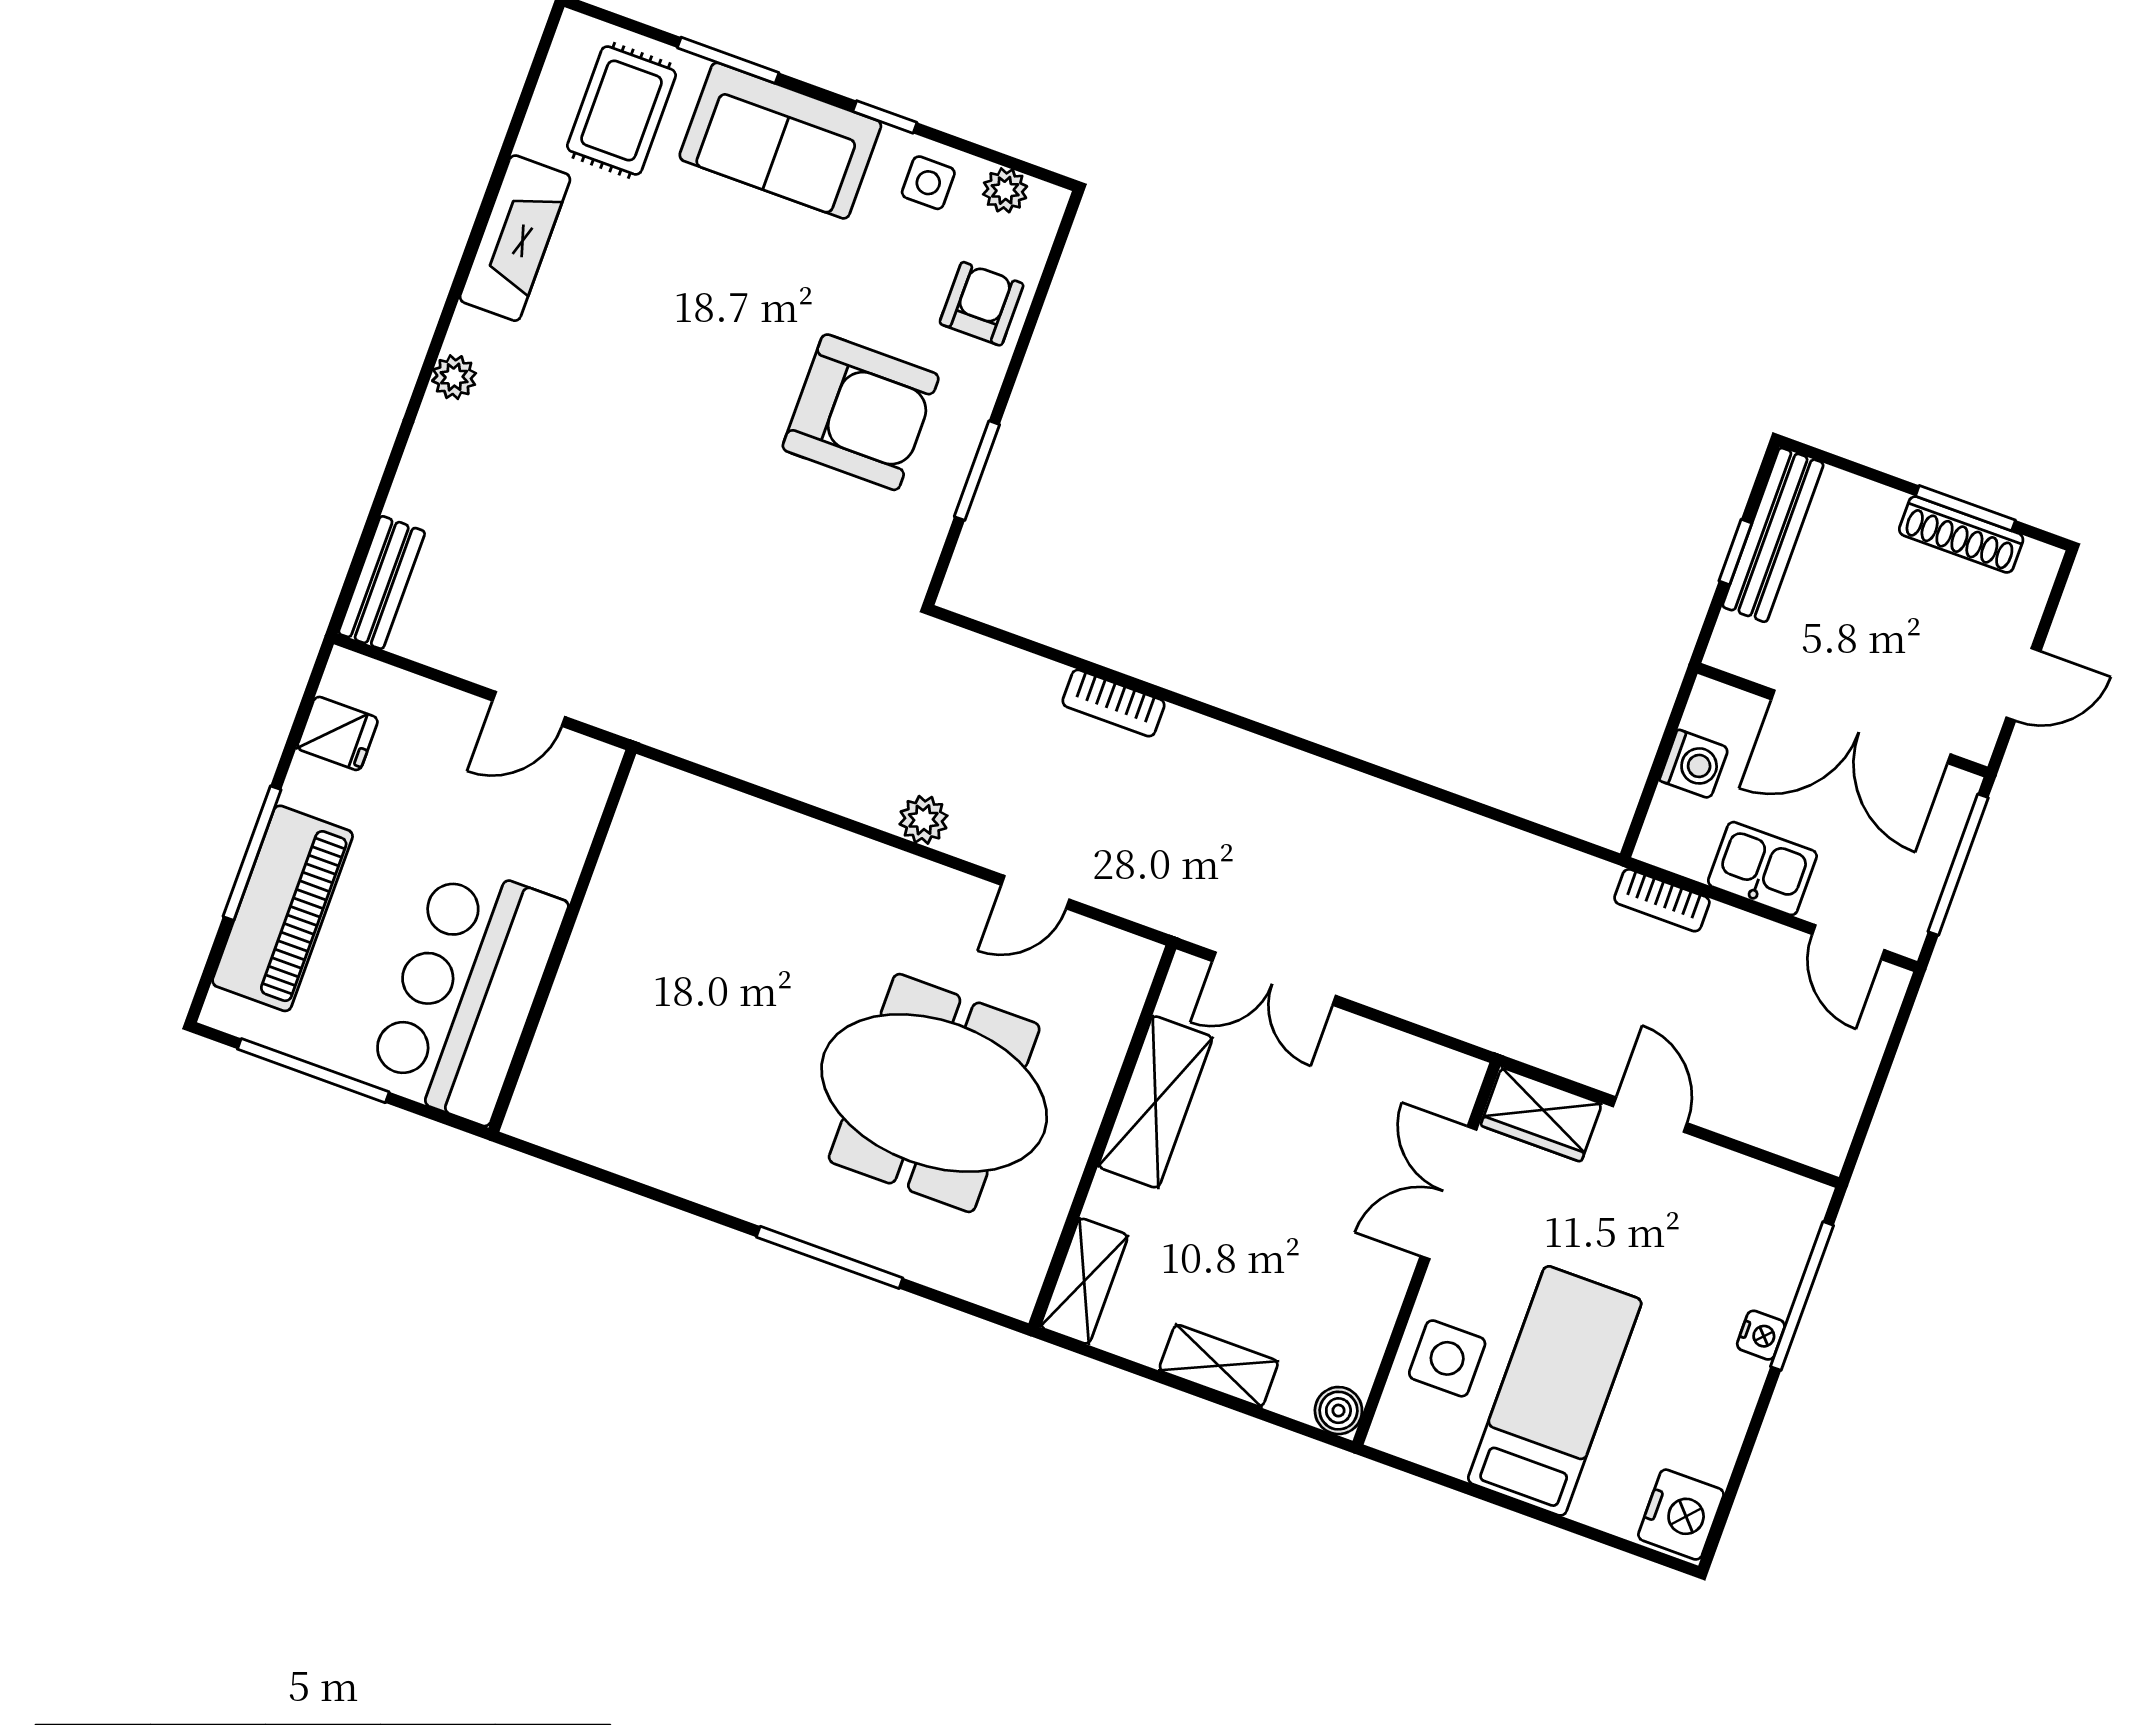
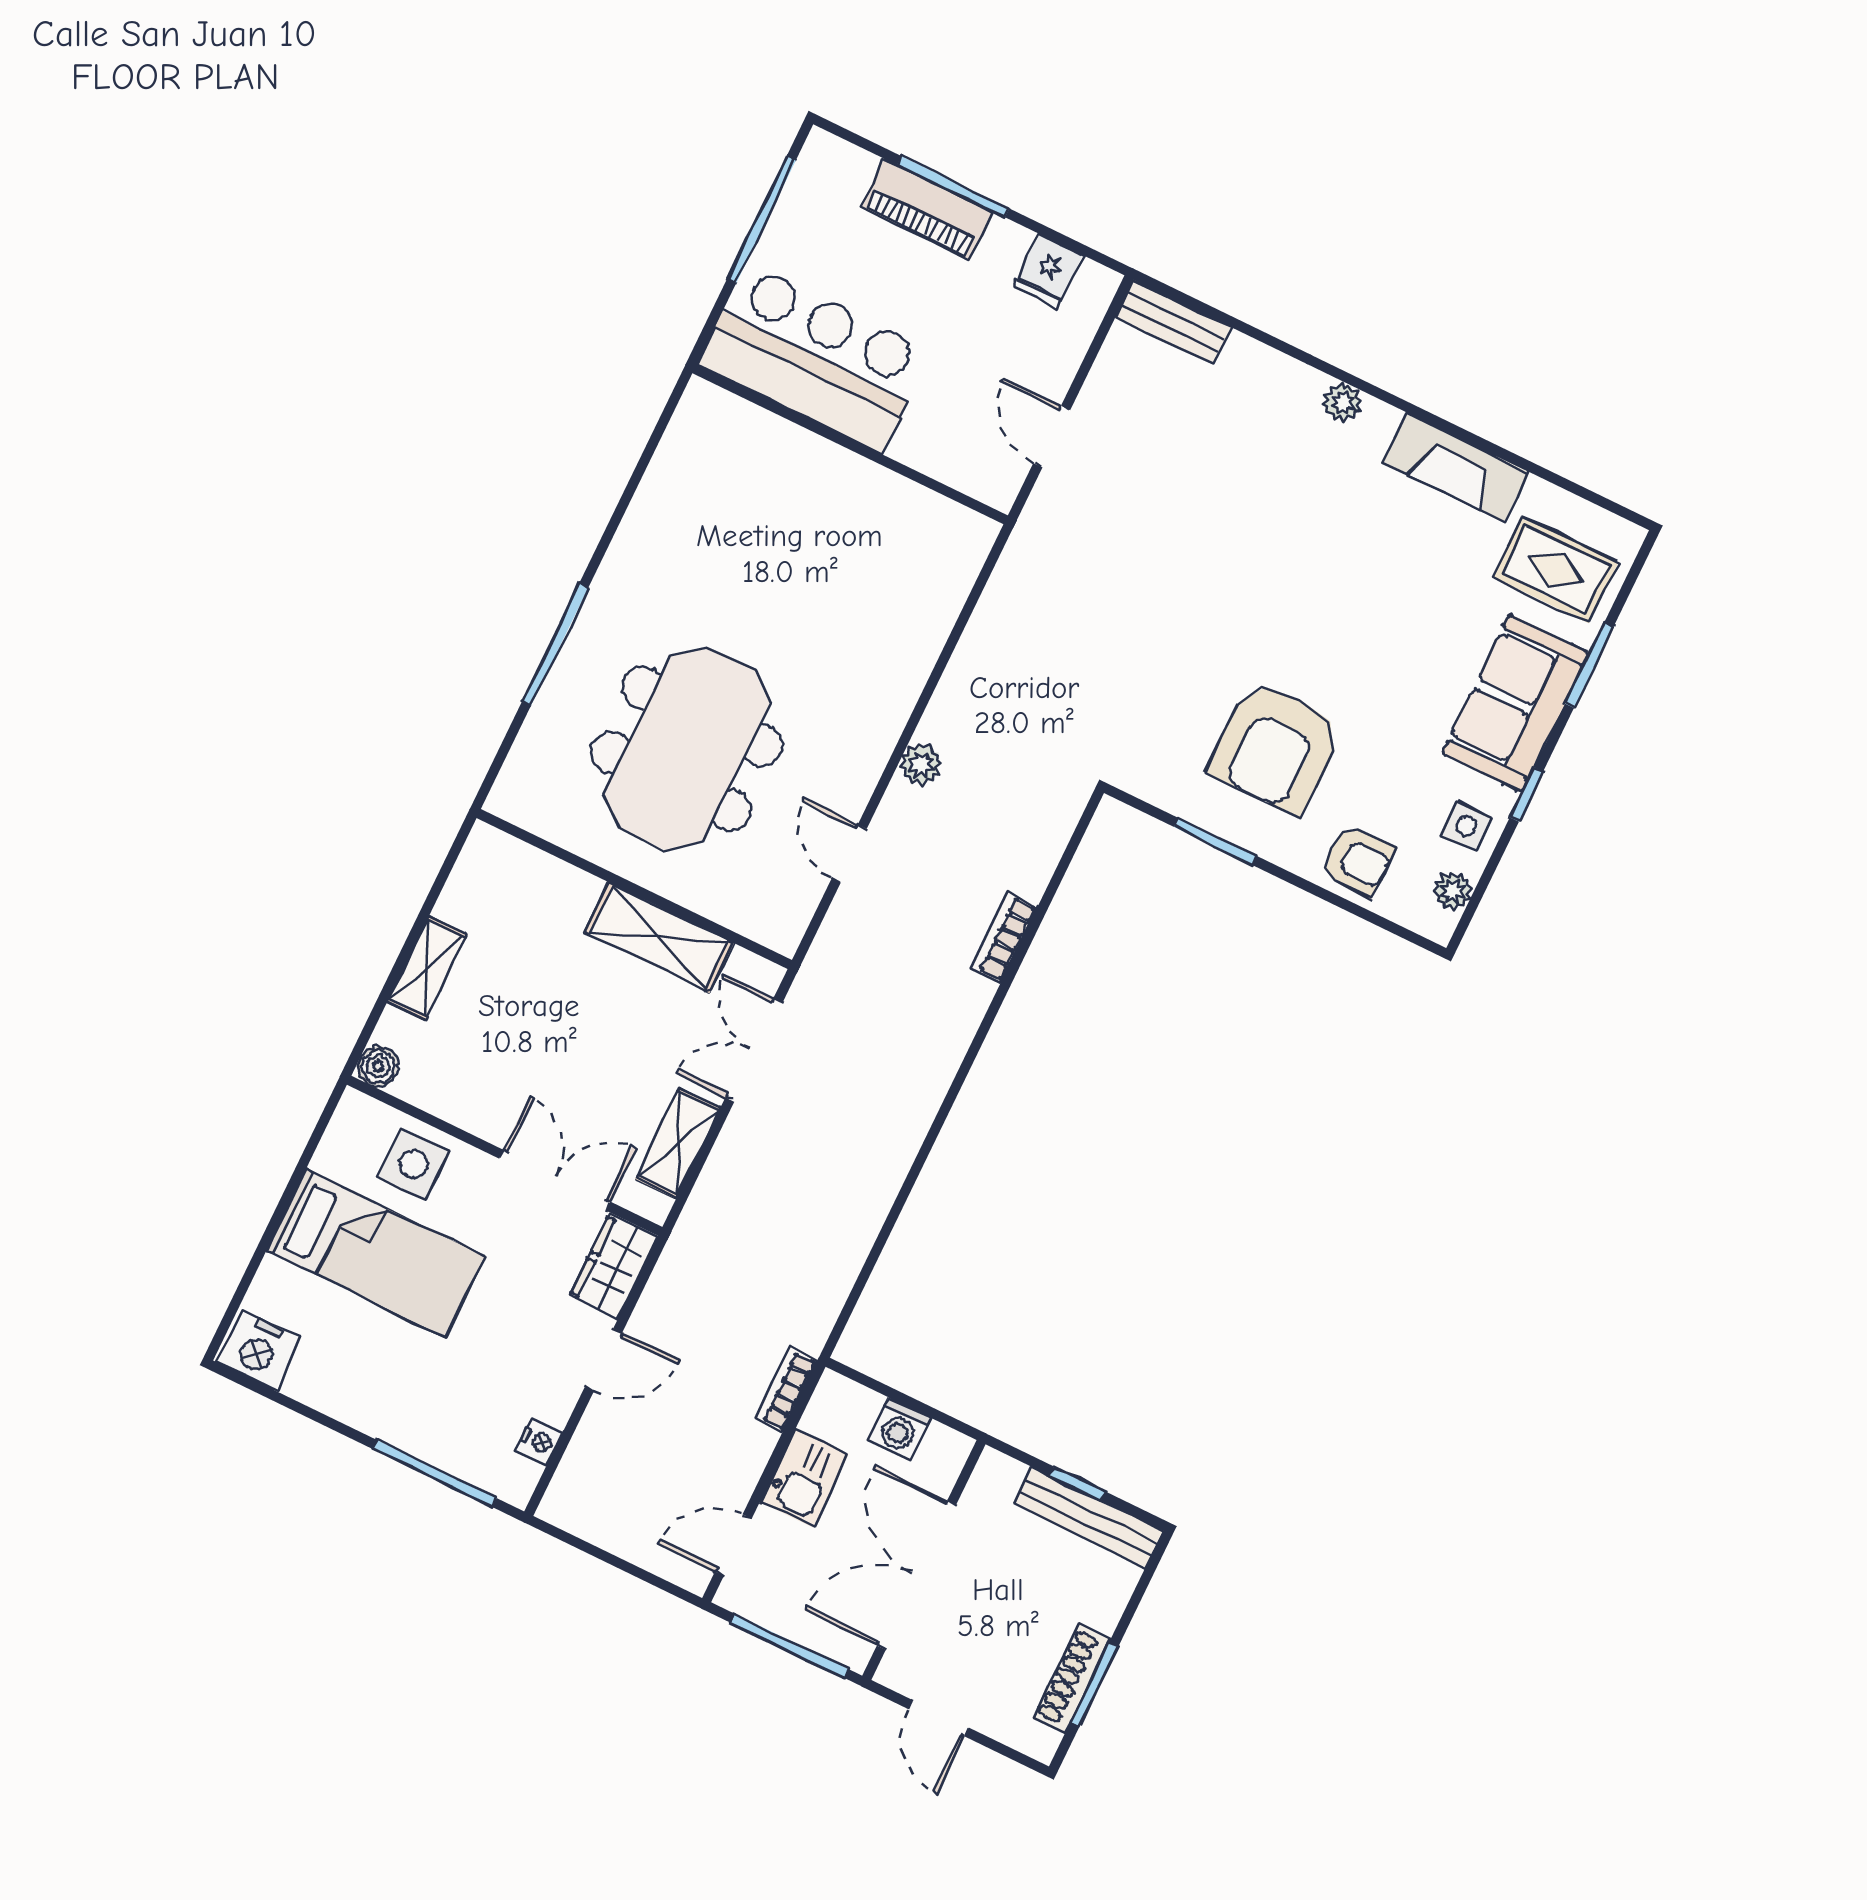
piano: (283, 908) -> (927, 209), width x0.73, depth x0.75
shelving: (1084, 1281) -> (678, 1143), moved, turned 90
nightstand: (1761, 1335) -> (540, 1442), moved, turned -90

